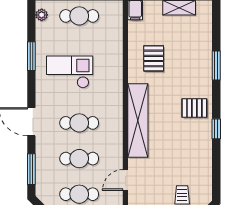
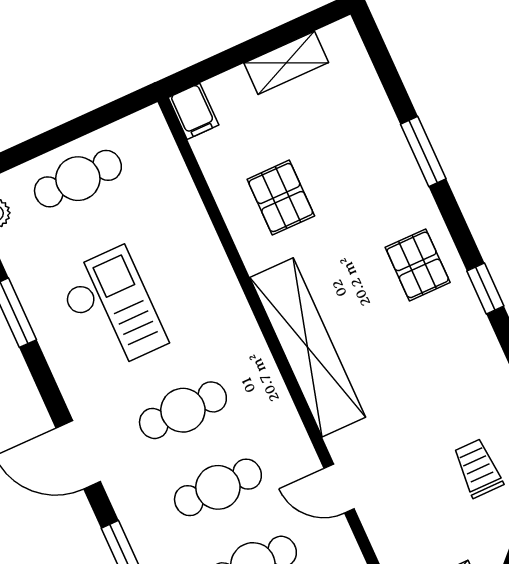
checkout: (70, 72) -> (112, 309), turned 90
pallet: (194, 108) -> (418, 265), turned 90
door: (125, 180) -> (339, 489), hinge flipped

